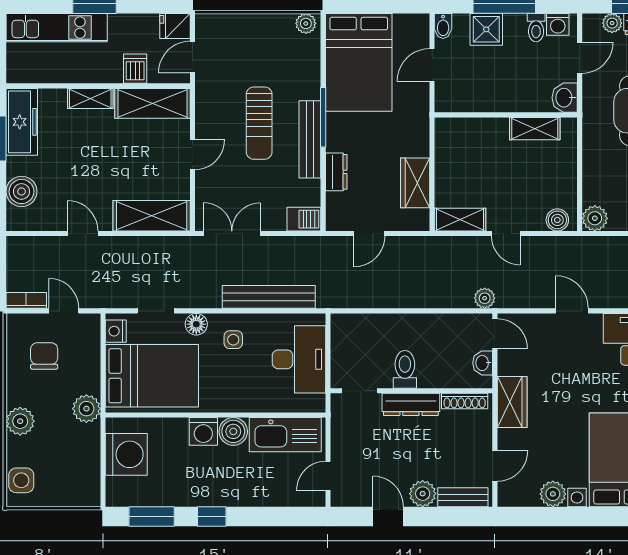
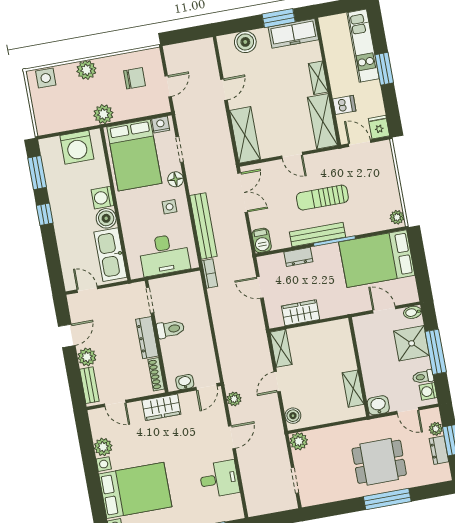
shower: (486, 29) -> (412, 343), width x1.36, depth x1.36
plant: (485, 298) -> (234, 399), moved
bookcase: (26, 300) -> (210, 274), moved

